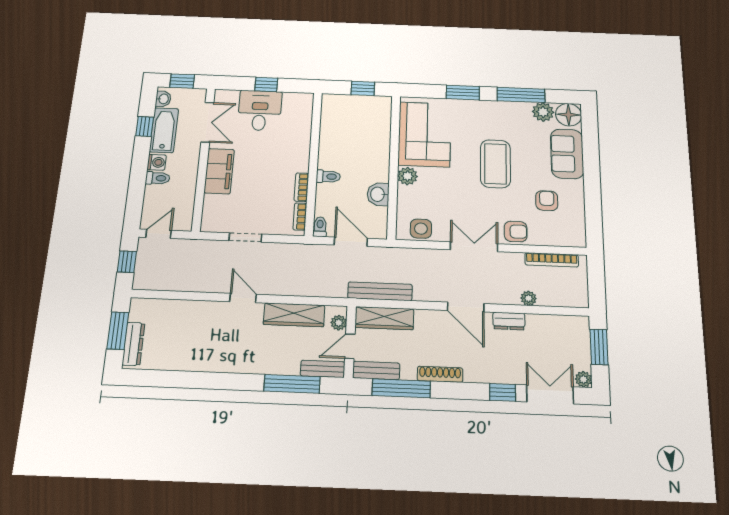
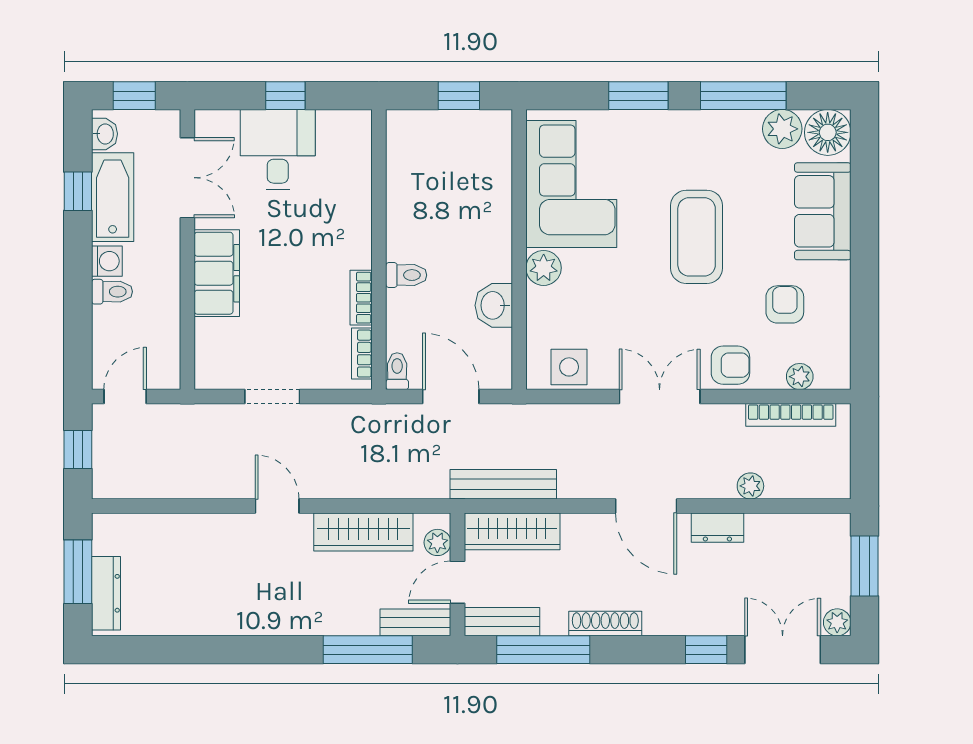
plant: (556, 239) -> (800, 377), added

